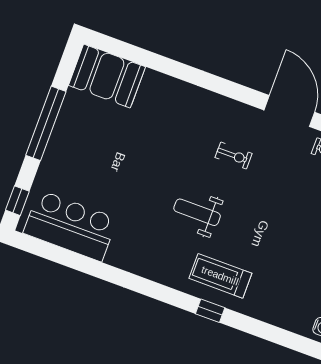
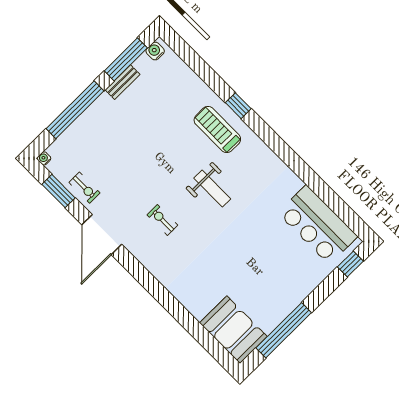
window: (46, 123) -> (284, 330), moved
treadmill: (220, 276) -> (217, 130), turned 180

